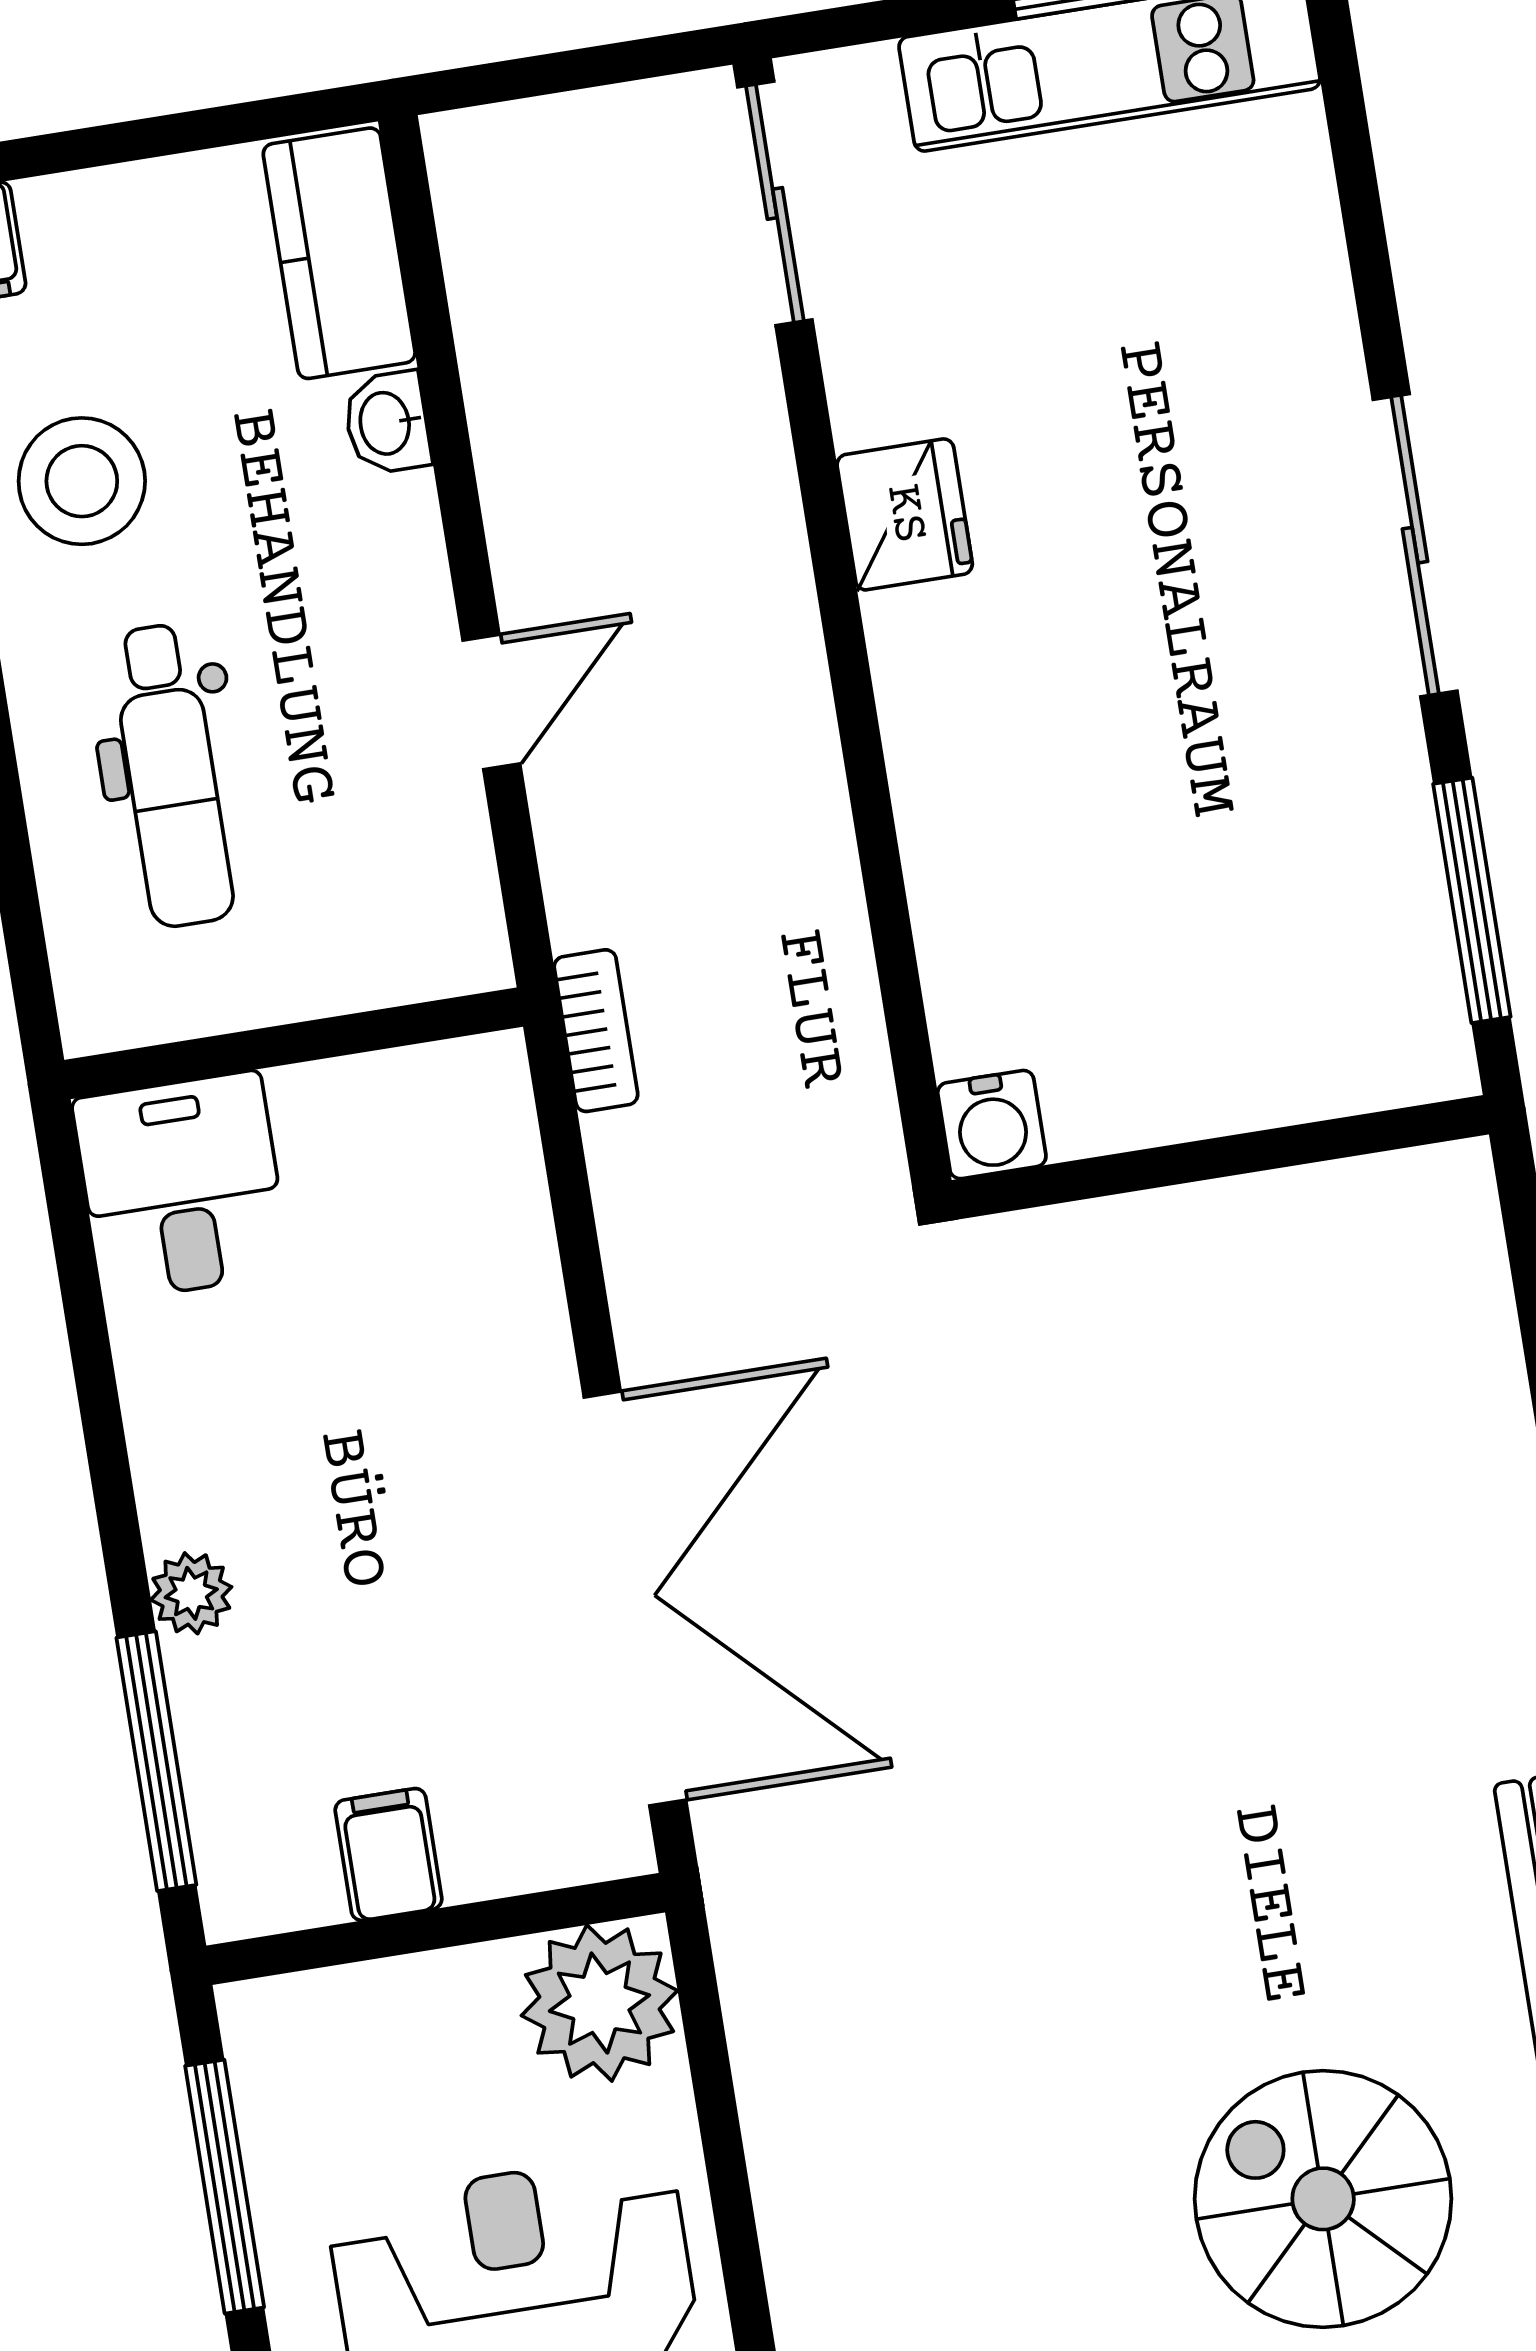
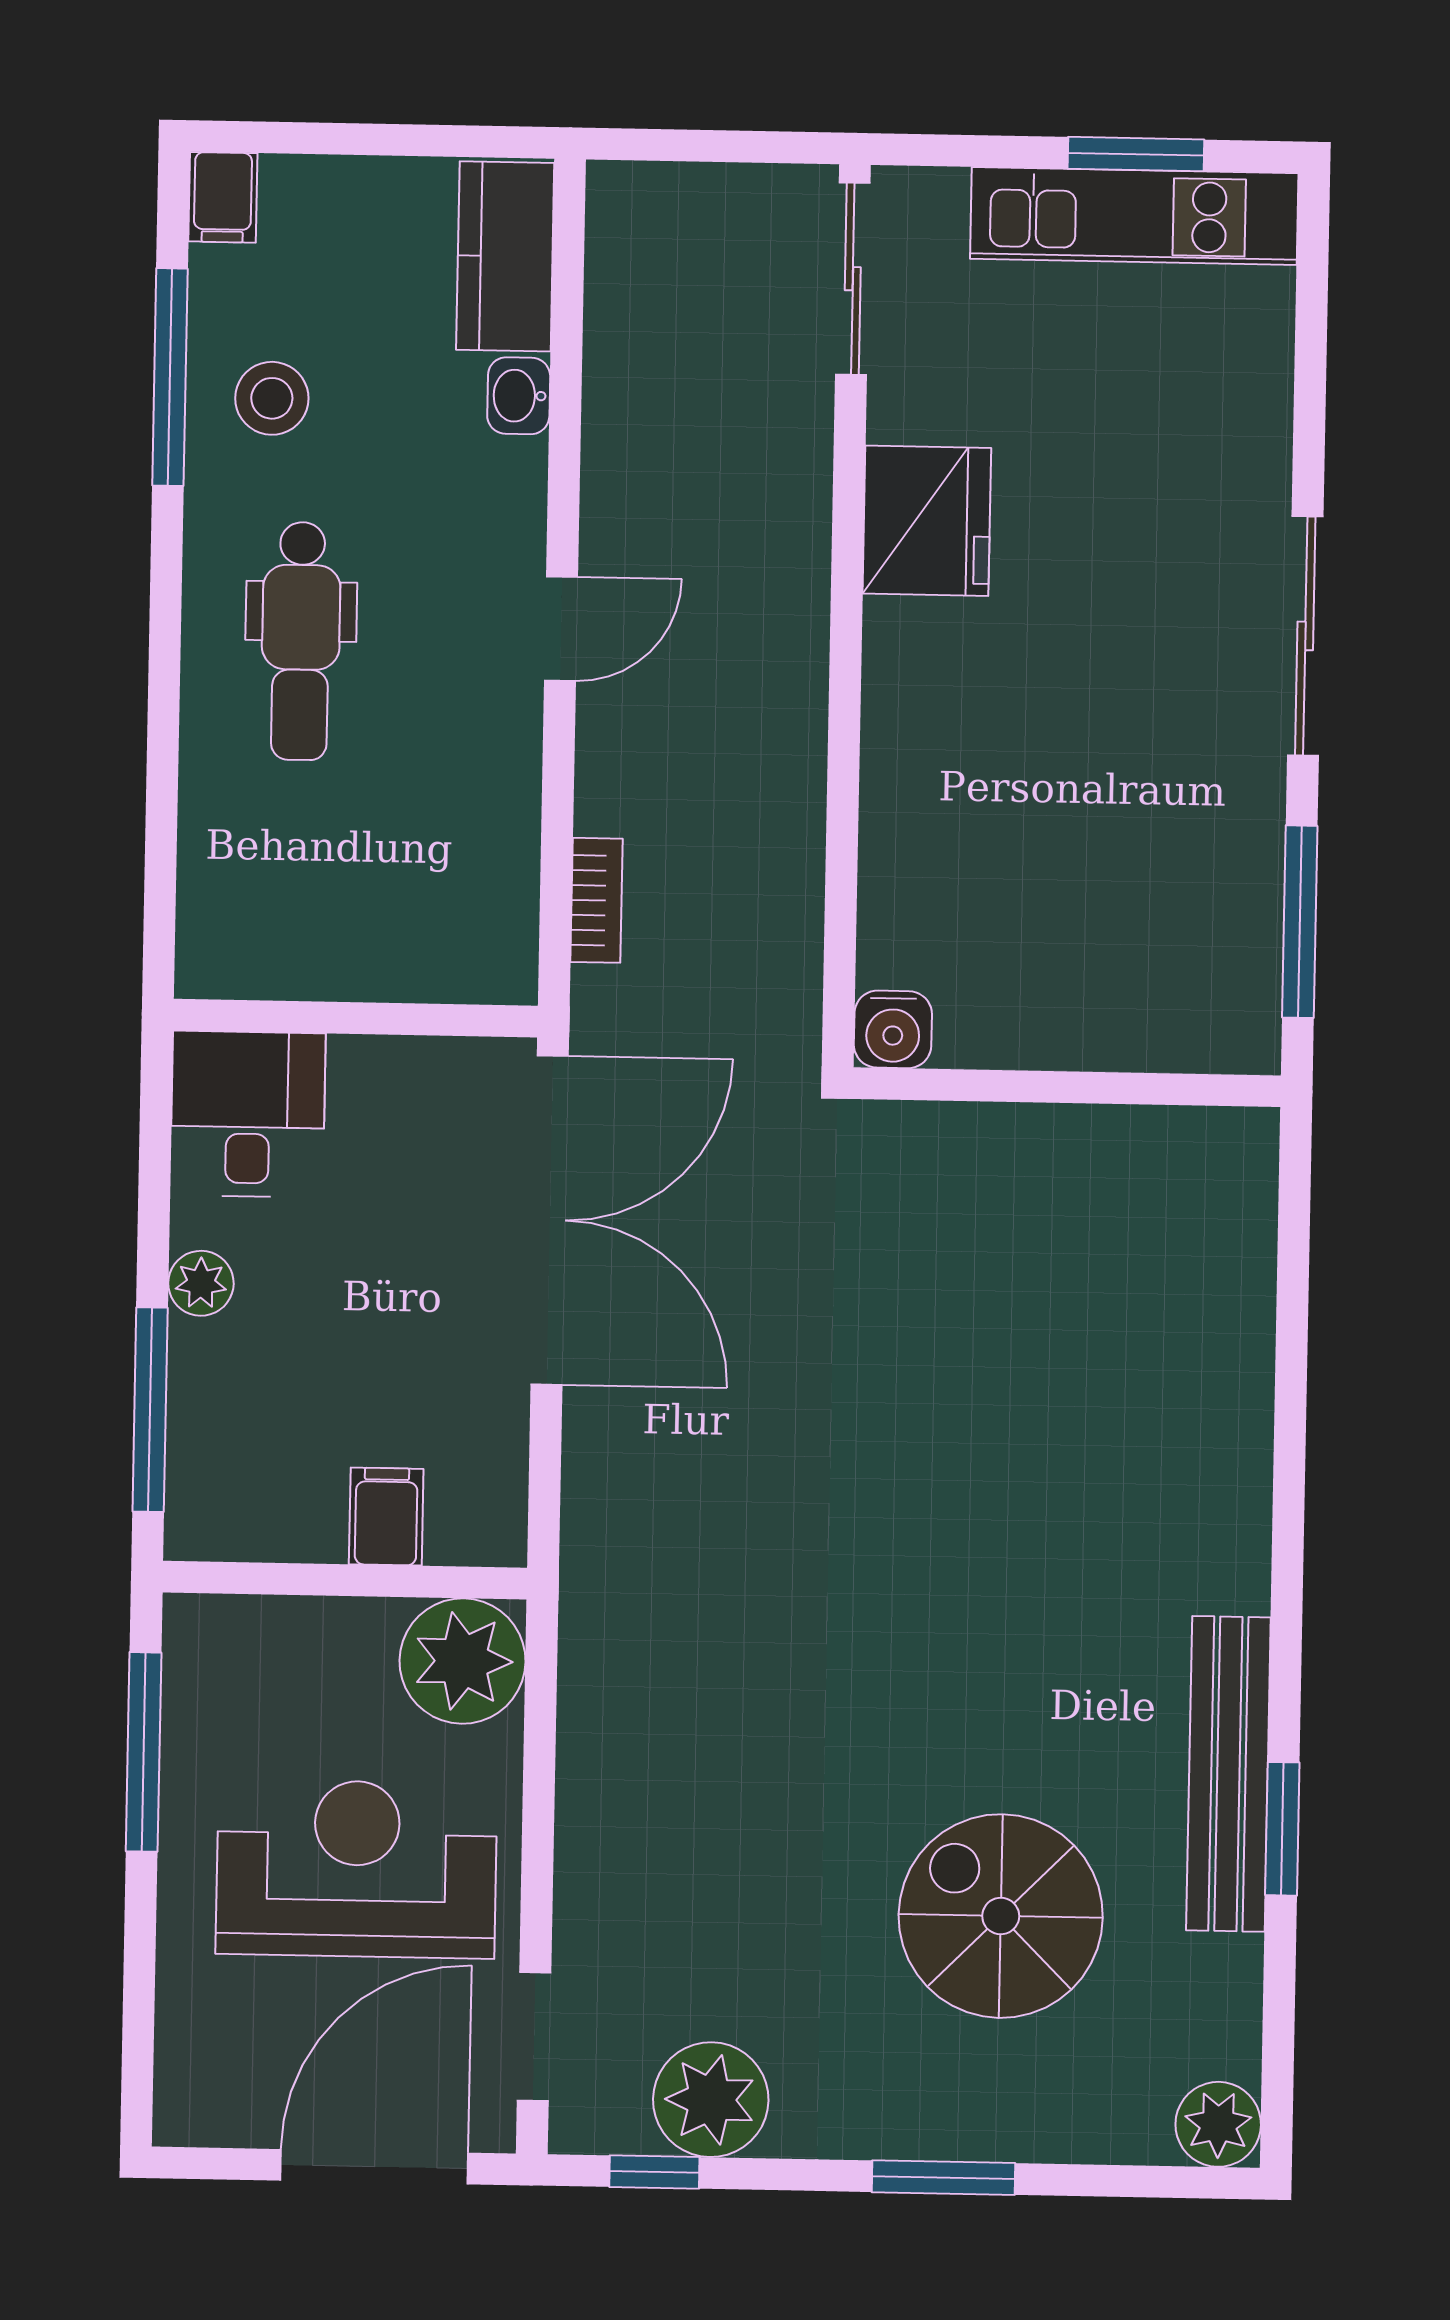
stool: (82, 481) -> (272, 398), width x0.73, depth x0.73
fridge: (905, 514) -> (927, 521), width x1.36, depth x1.34
wall: (294, 1043) -> (356, 1018), moved
desk: (182, 1186) -> (248, 1114), moved
double door: (635, 1599) -> (550, 1220), moved
filing cabinet: (389, 1855) -> (386, 1517), moved

